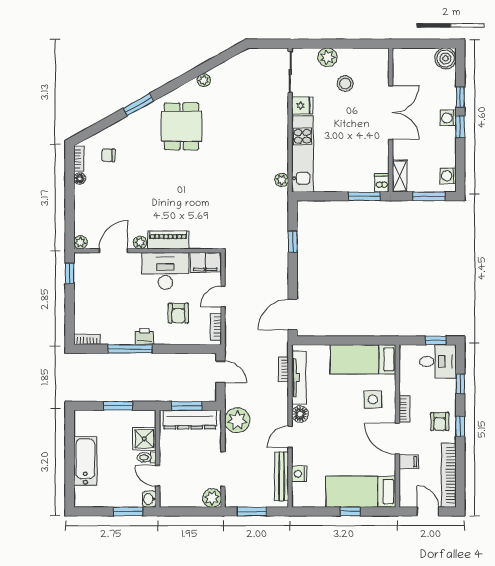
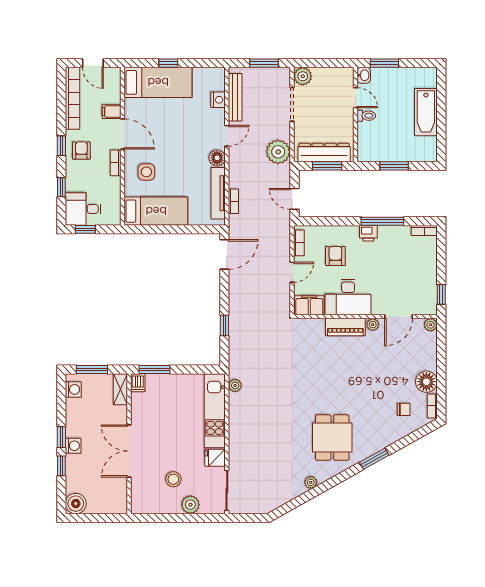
floor lamp: (80, 179) -> (426, 382), width x1.89, depth x1.89
shower: (144, 439) -> (369, 134), removed

